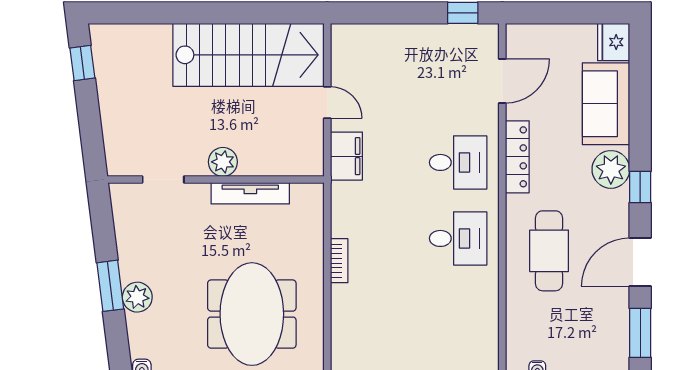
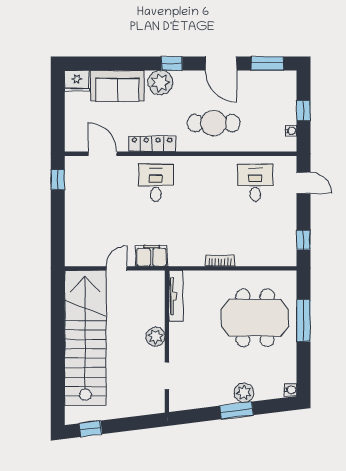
stairs: (248, 55) -> (85, 338), width x1.36
tv unit: (250, 193) -> (176, 296), moved
desk: (458, 238) -> (255, 183), moved

